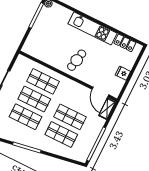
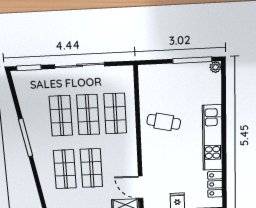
cafe table: (77, 60) -> (164, 122), moved
door: (100, 92) -> (141, 187), hinge flipped

